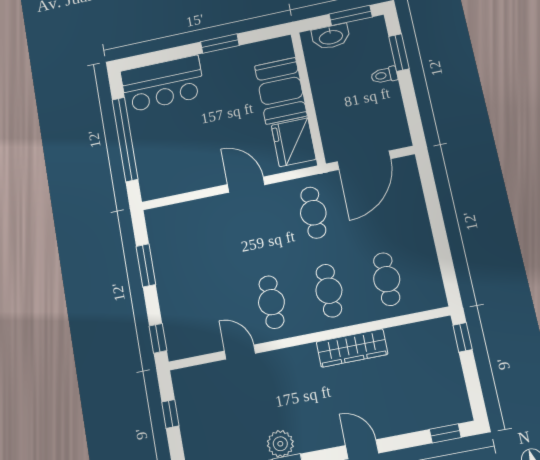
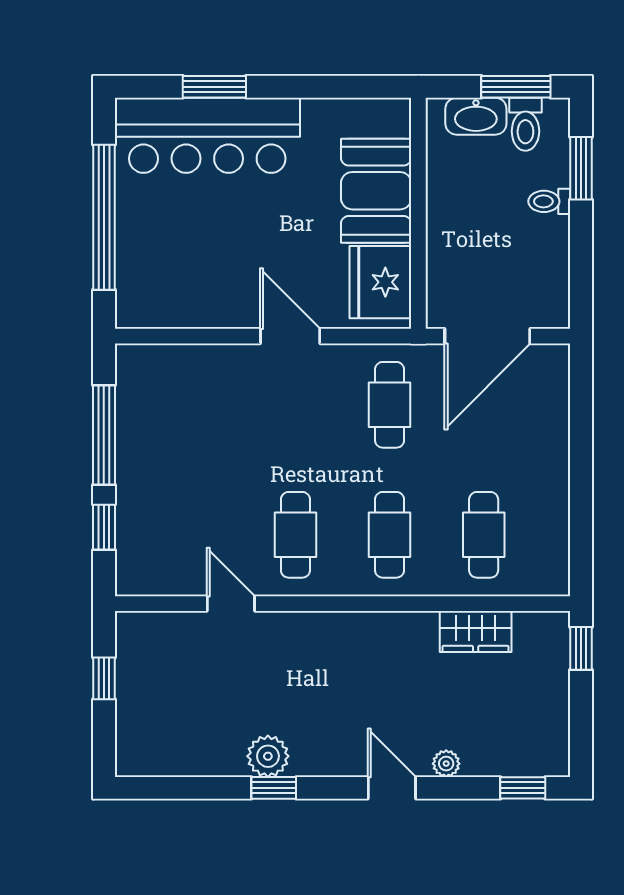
toilet: (361, 35) -> (525, 124), added
window: (220, 44) -> (214, 87), moved
bar counter: (163, 84) -> (207, 135), width x1.36
window: (146, 265) -> (104, 435), width x1.44
window: (158, 338) -> (104, 527), moved
wardrobe: (352, 348) -> (476, 632), moved, width x0.67
plant: (393, 427) -> (446, 764), added

